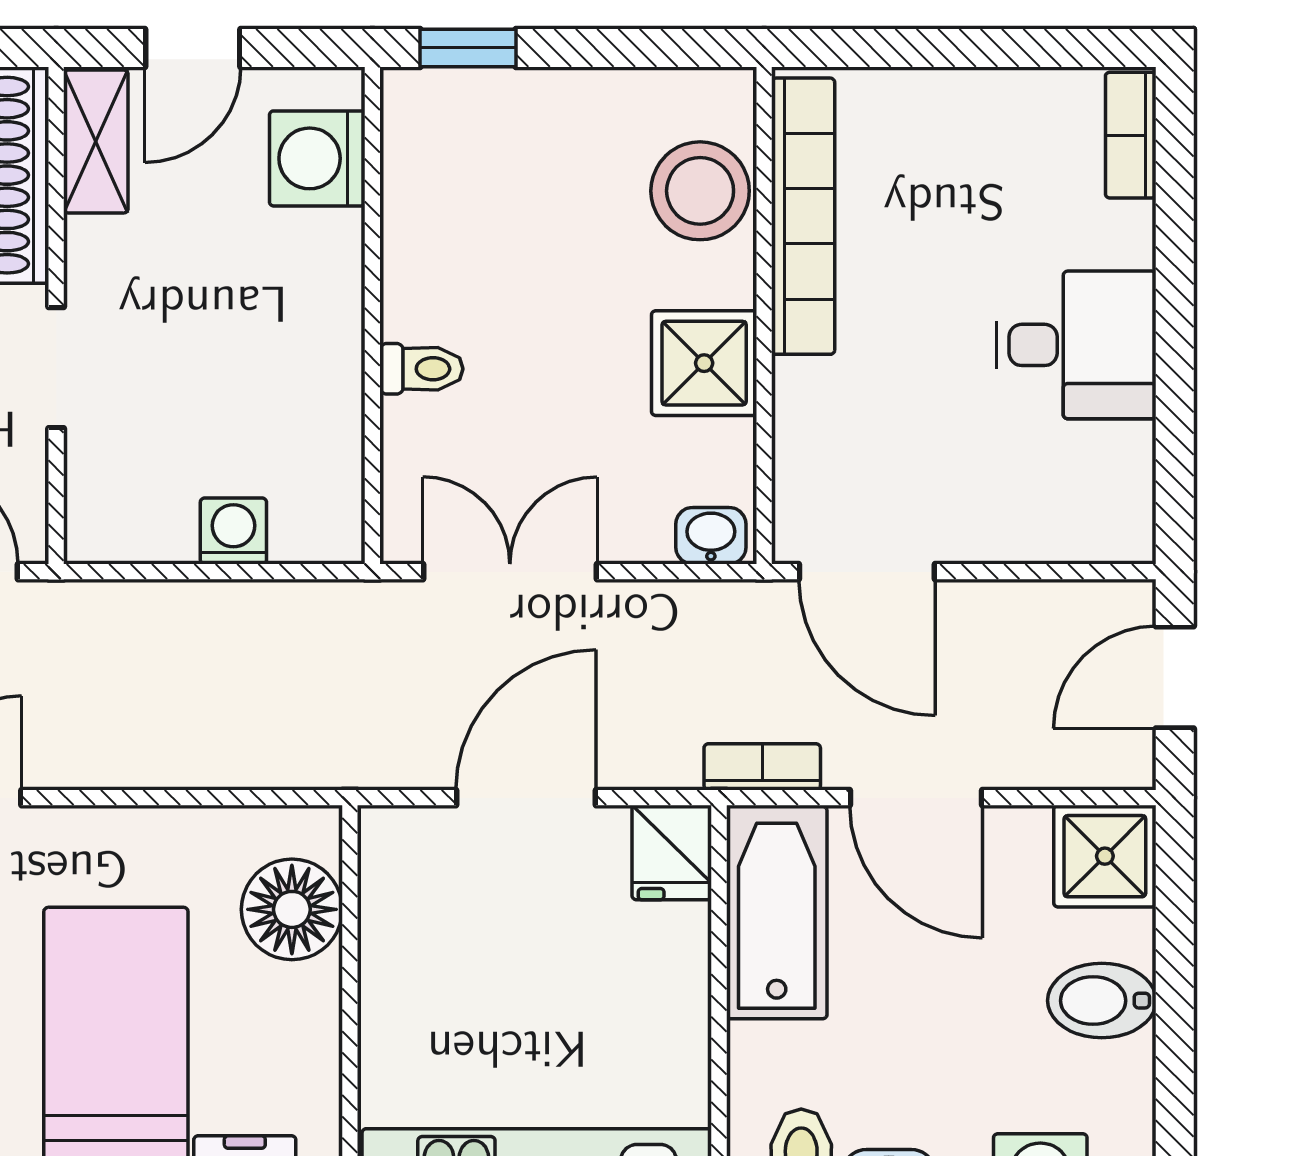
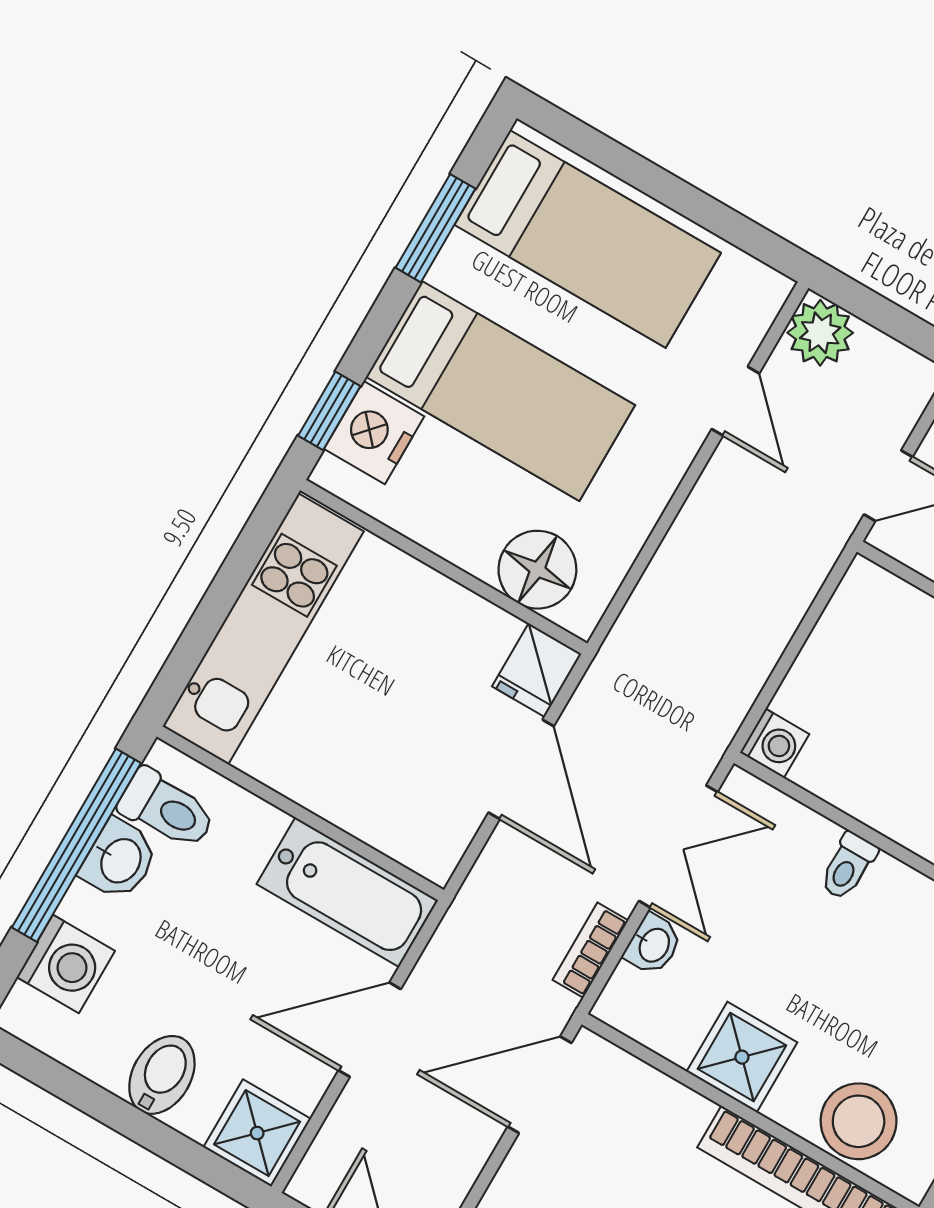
washing machine: (233, 531) -> (775, 743), moved
washbasin: (711, 536) -> (653, 945), moved
bookcase: (762, 767) -> (590, 950), moved, turned 180
fridge: (672, 852) -> (537, 670), moved, turned -90

